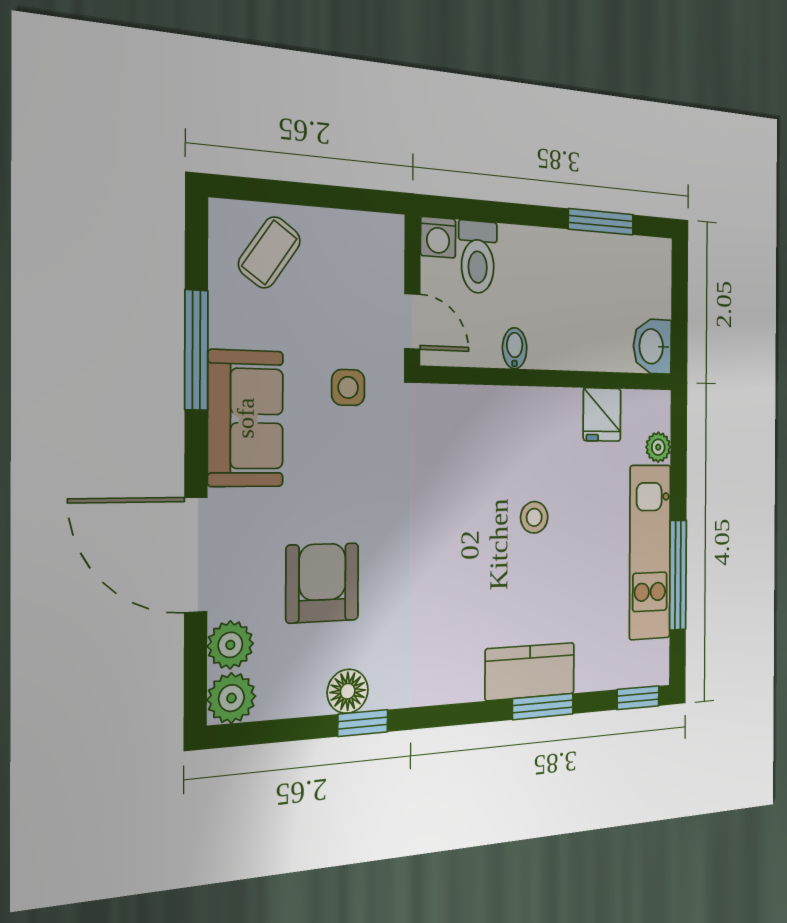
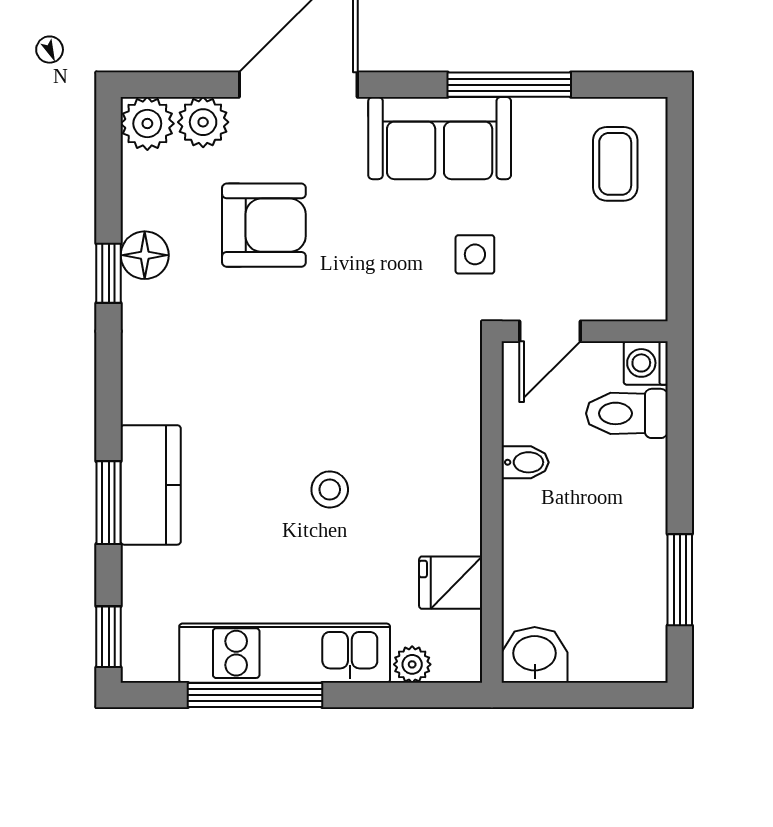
coffee table: (269, 252) -> (615, 164), turned 55

